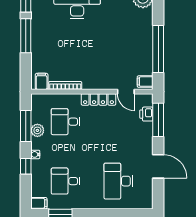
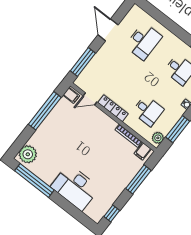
window: (26, 36) -> (138, 179), moved
door: (126, 92) -> (90, 99), swing flipped
printer: (146, 114) -> (88, 72), removed
plant: (37, 130) -> (158, 138), moved

